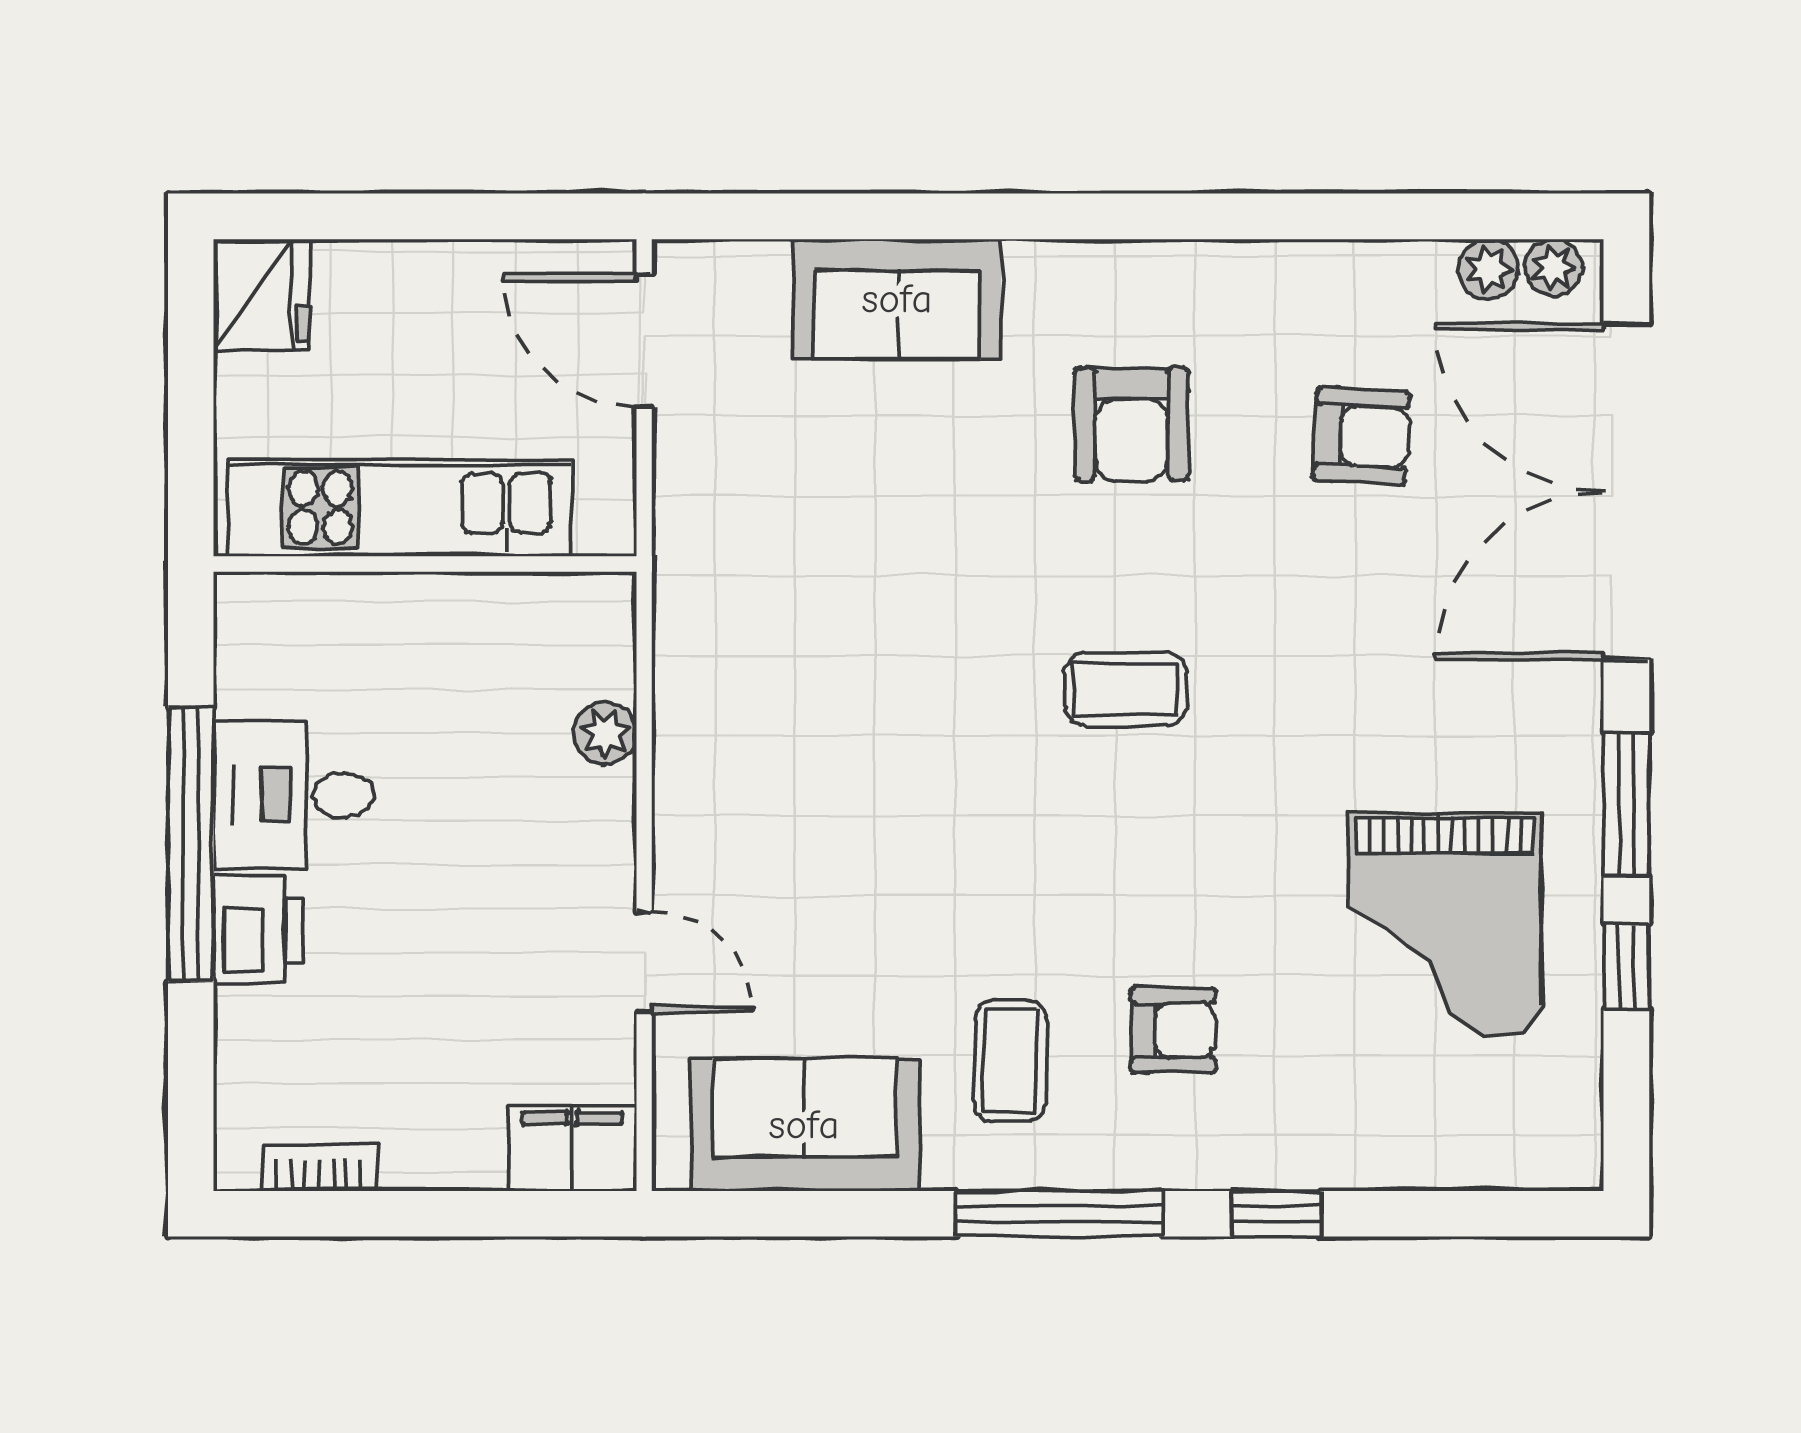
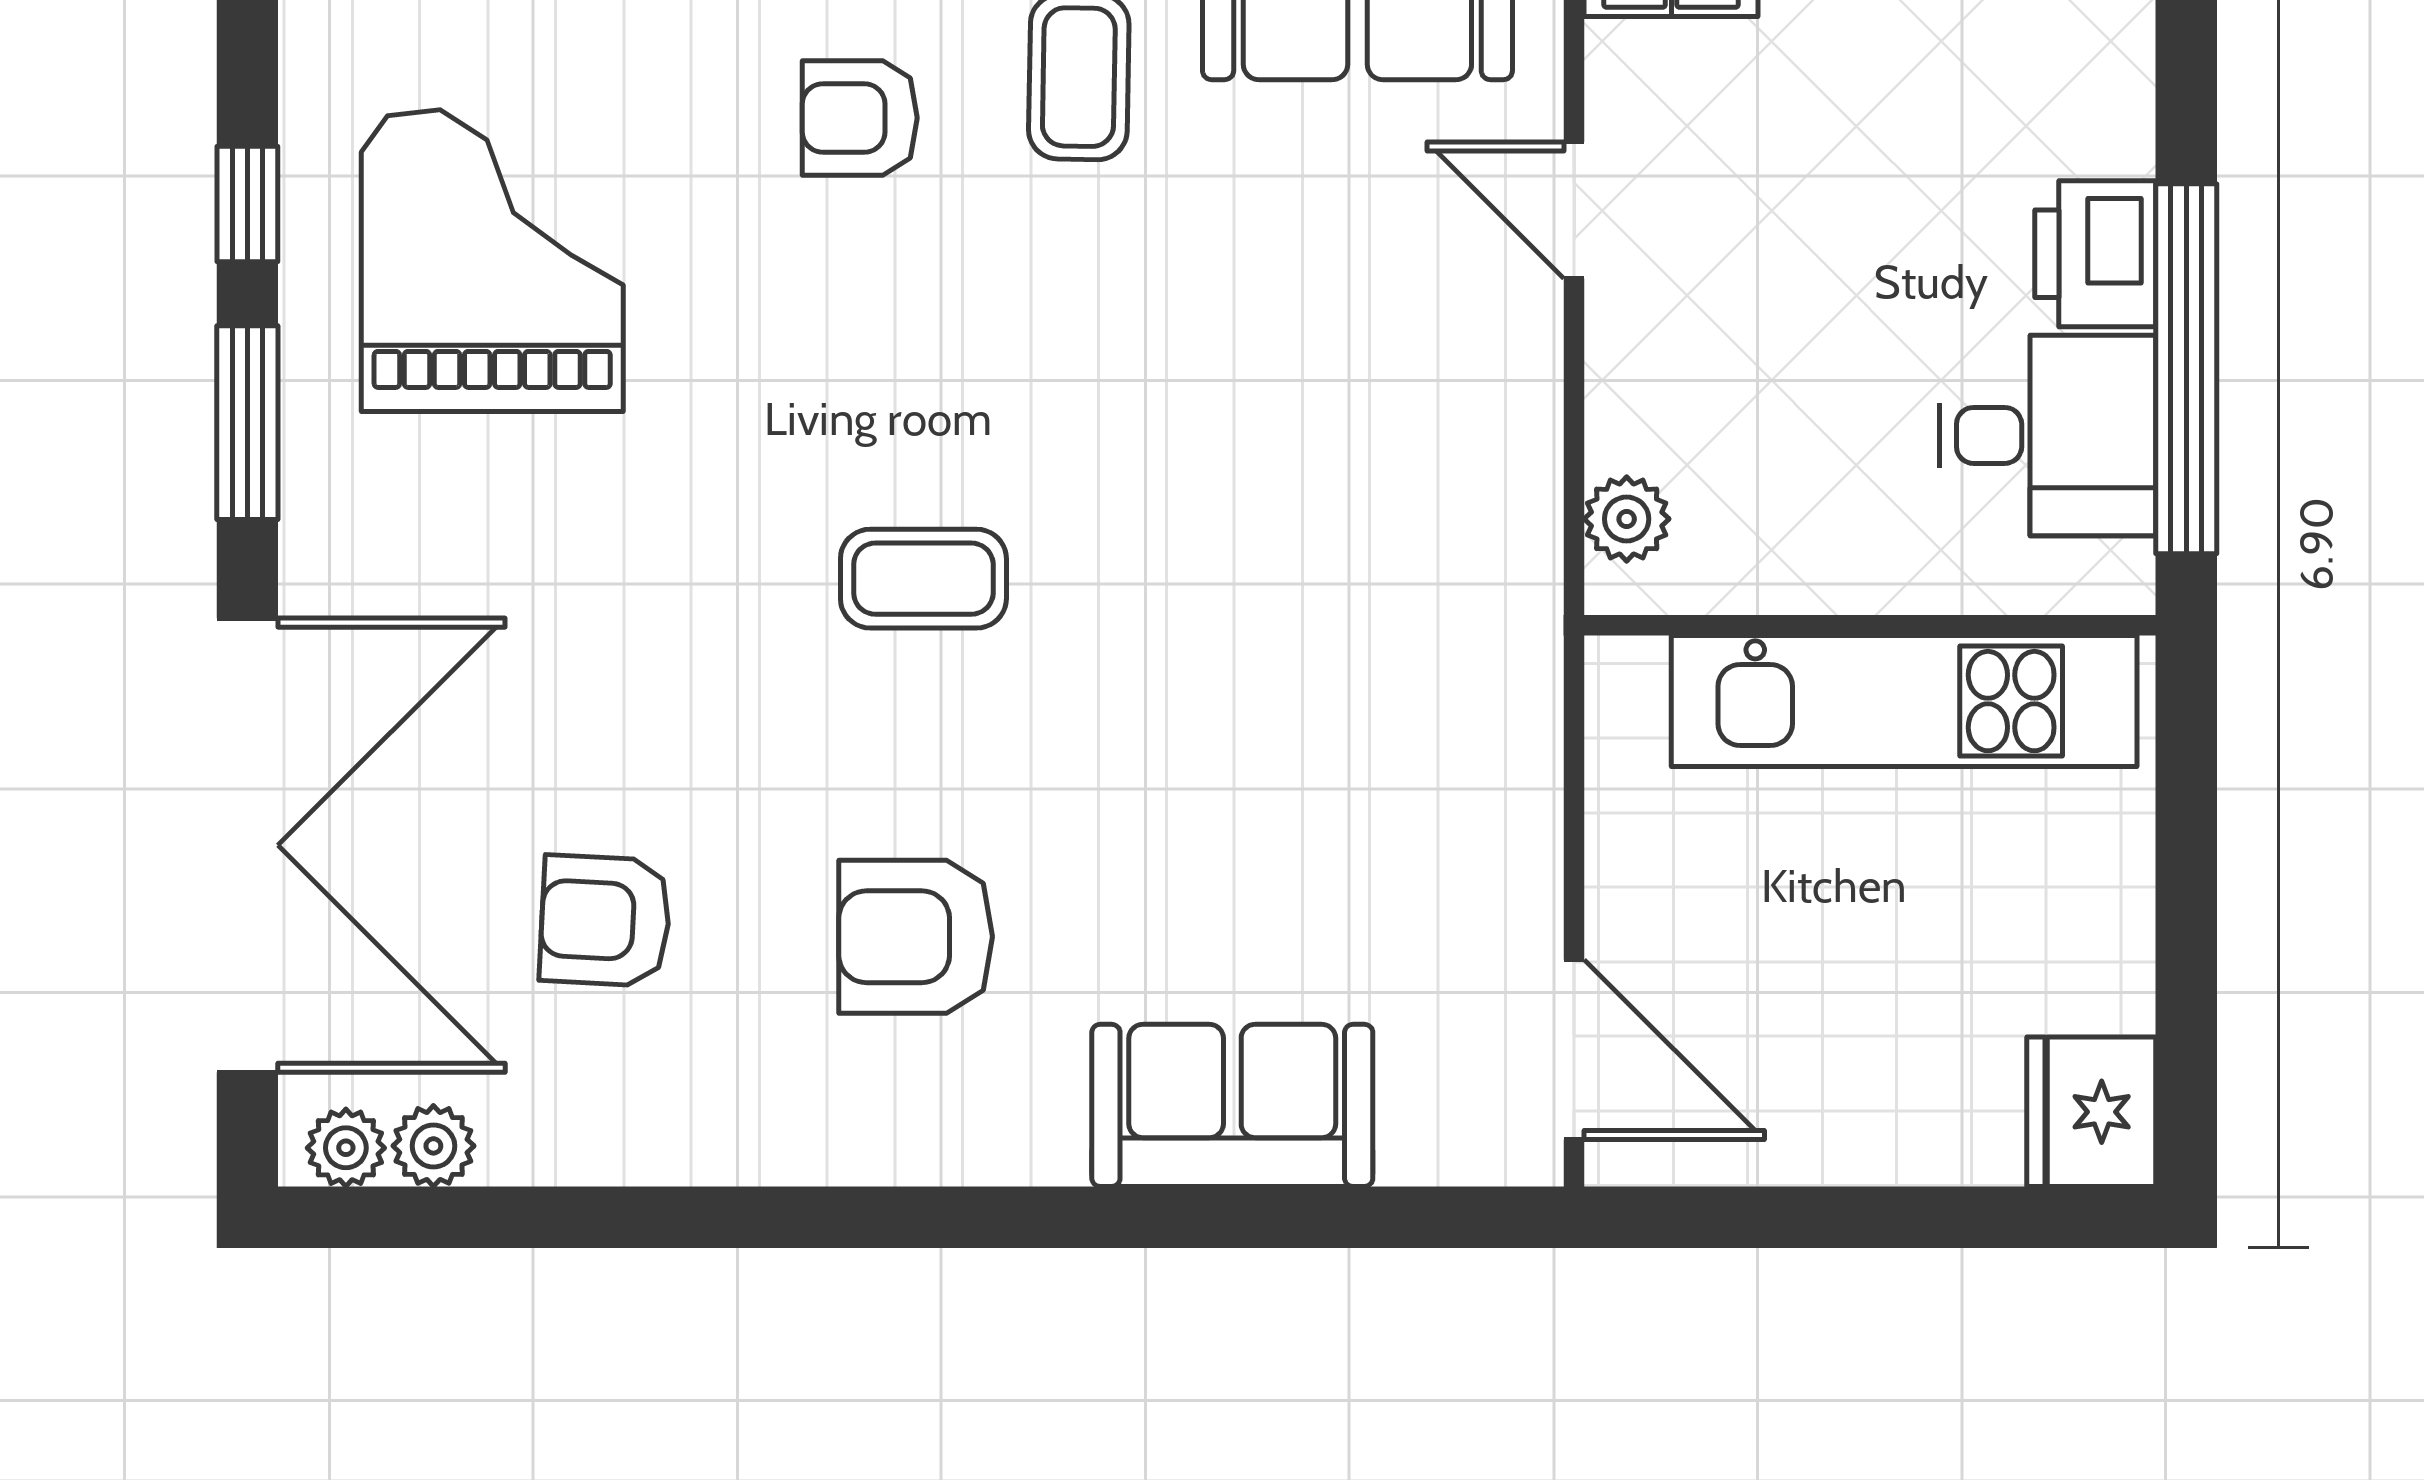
armchair: (1132, 424) -> (916, 937), turned -90
kitchen unit: (400, 508) -> (1904, 701), moved
wall: (425, 564) -> (1870, 625), moved

